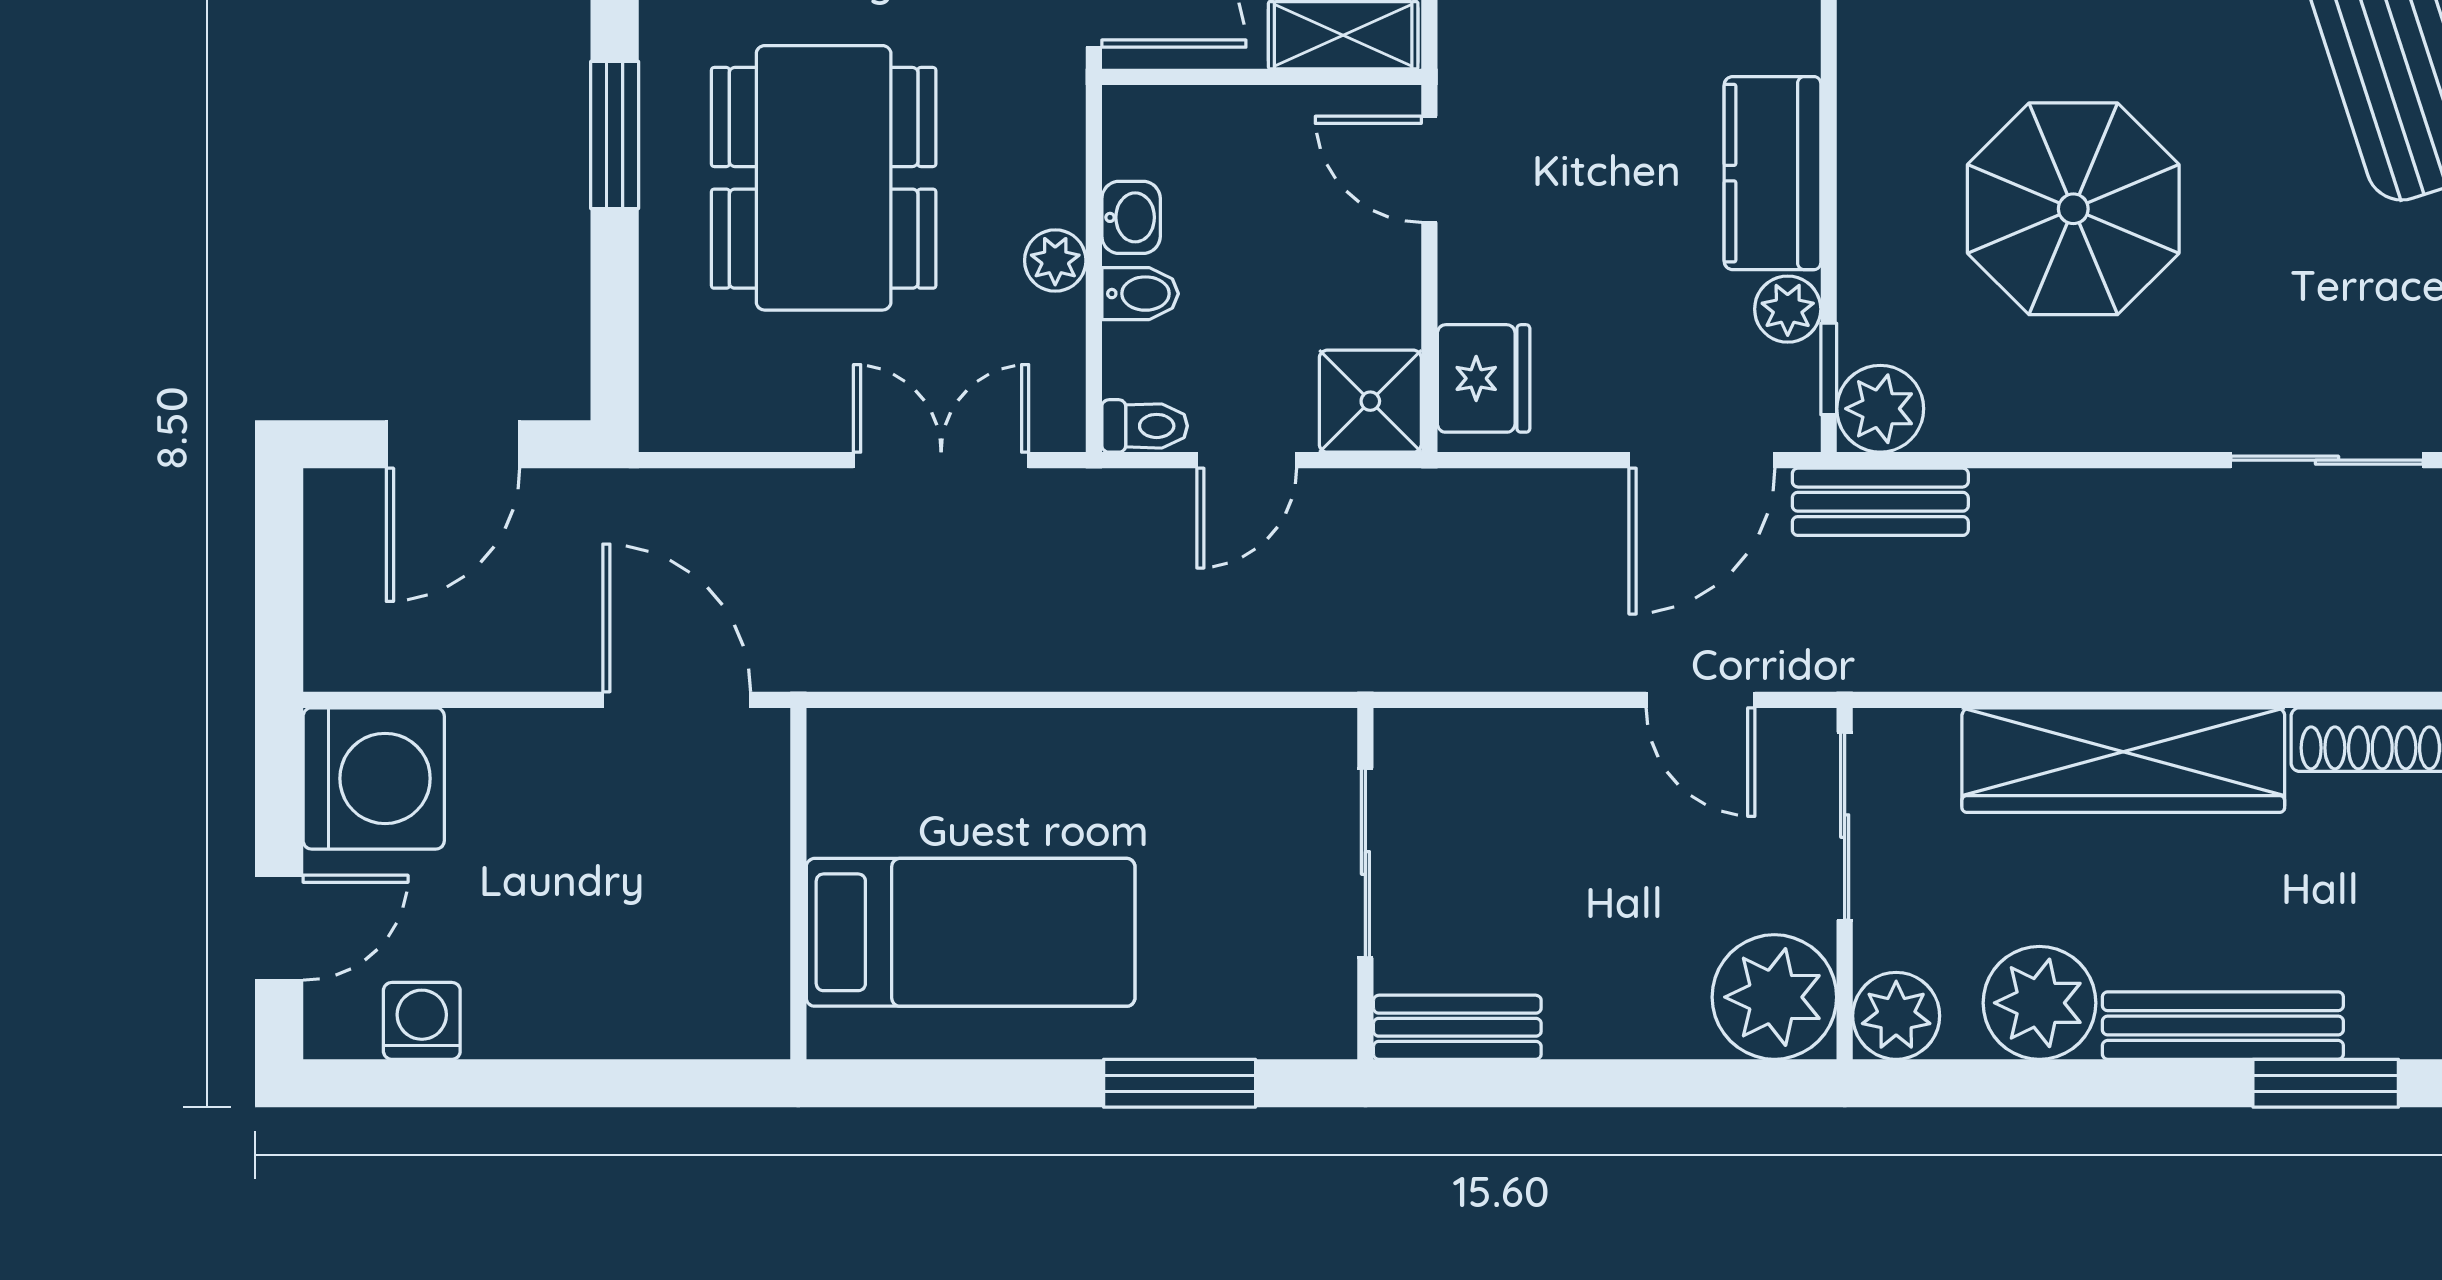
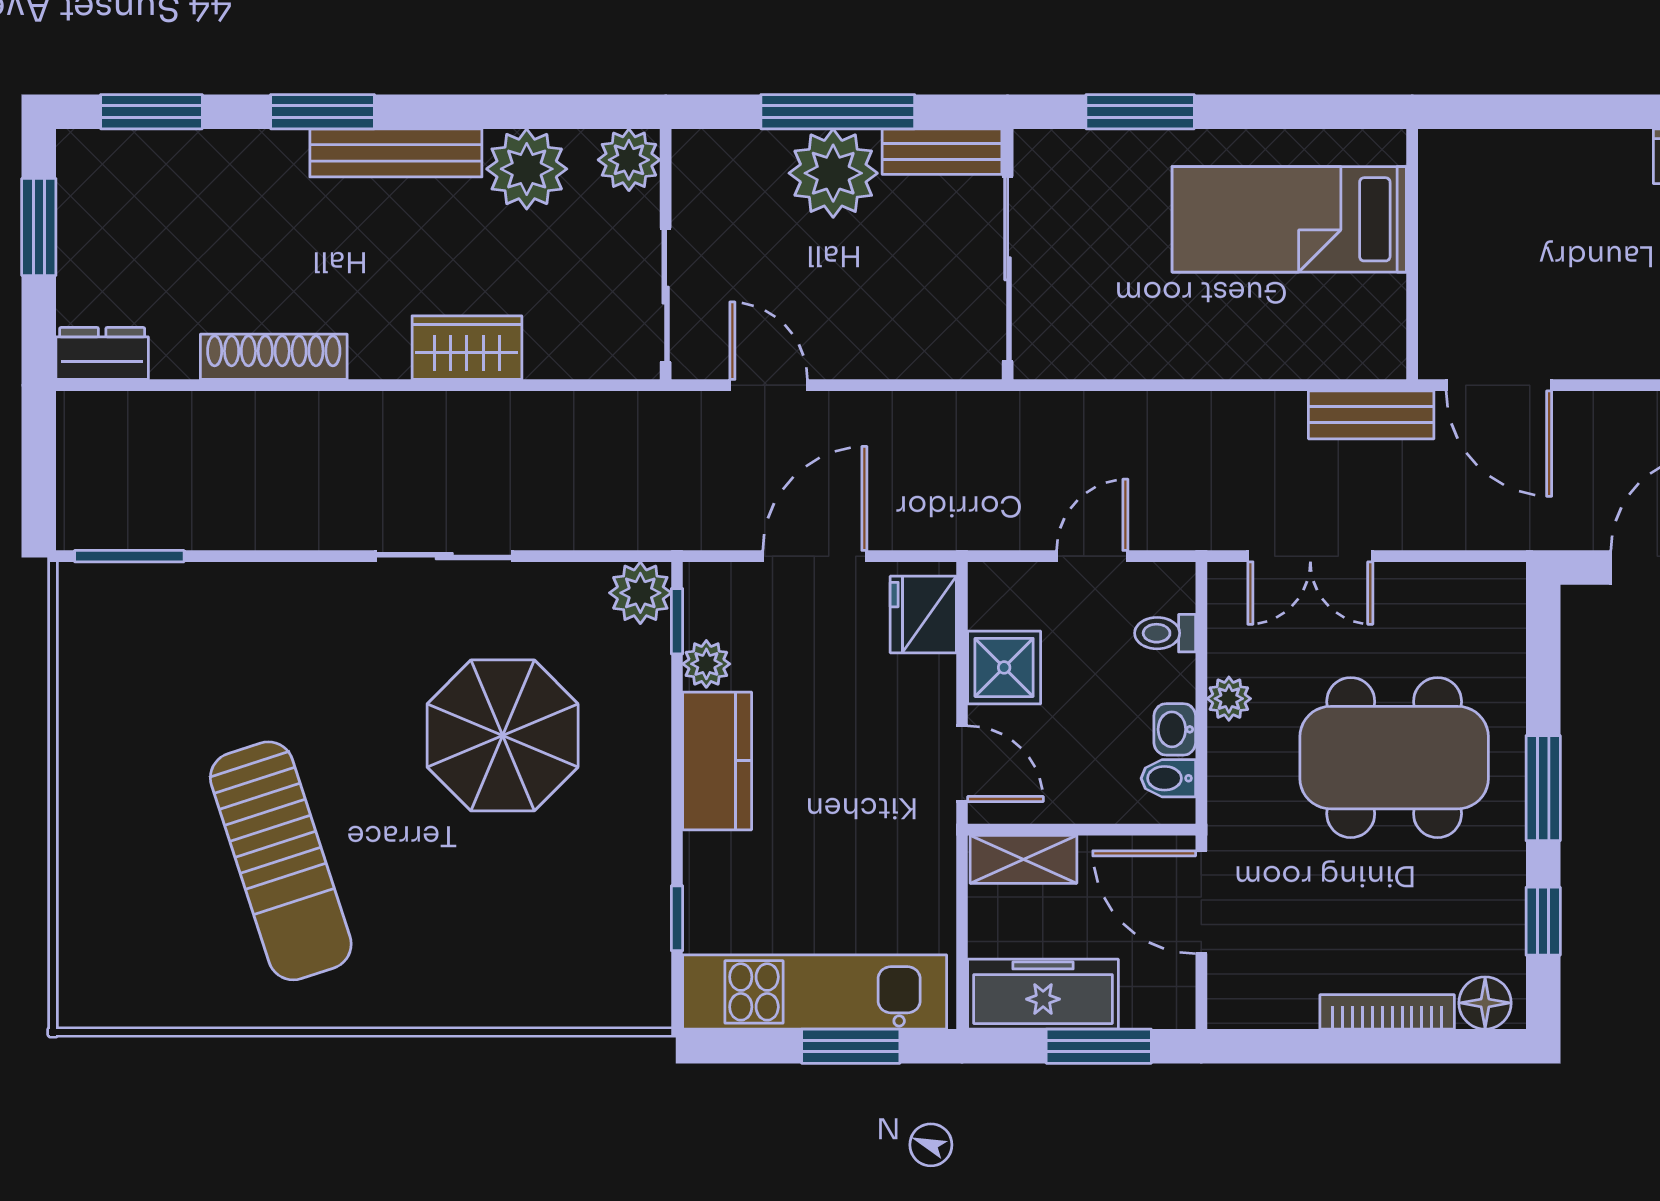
dining table: (824, 178) -> (1394, 758), turned 90
bidet: (1140, 294) -> (1168, 778), moved
shower: (1370, 401) -> (1004, 667), moved
toilet: (1145, 426) -> (1165, 633), moved
door: (1702, 460) -> (815, 556), moved
sliding door: (2327, 460) -> (444, 556), moved
bench: (1880, 502) -> (1371, 415), moved
wardrobe: (2123, 760) -> (467, 348), width x0.48, depth x0.85
sliding door: (1365, 863) -> (1008, 269), width x1.37
plant: (1774, 997) -> (833, 173), moved
window: (1603, 1083) -> (838, 112), added

